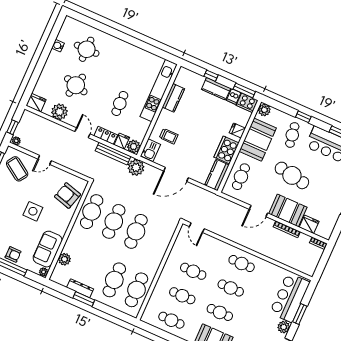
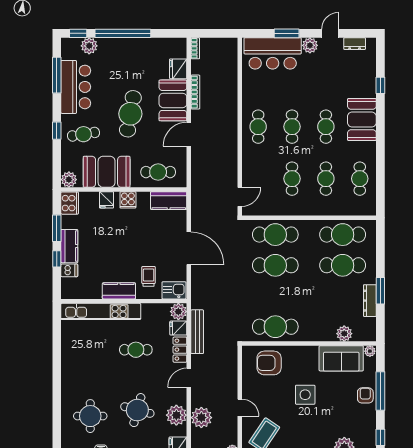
window: (244, 90) -> (57, 228), moved
dishwasher: (234, 97) -> (69, 270), moved
kitchen counter: (173, 98) -> (119, 291), moved
cooker: (226, 150) -> (128, 200), width x0.53, depth x0.76
plant: (136, 167) -> (201, 418), moved
armchair: (67, 195) -> (269, 363), turned 74
door: (258, 211) -> (189, 134), swing flipped
cafe table: (114, 221) -> (275, 235), moved

